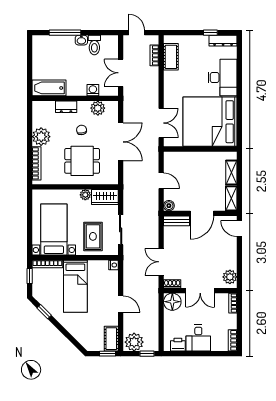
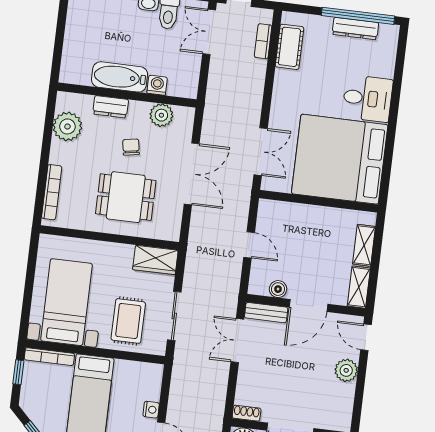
window: (210, 33) -> (358, 16), width x3.17
dresser: (223, 41) -> (355, 29), moved
double door: (121, 73) -> (209, 32), moved
desk: (222, 78) -> (368, 98), width x0.73
bathtub: (49, 88) -> (120, 77), moved
plant: (41, 137) -> (67, 126), moved
plant: (85, 195) -> (124, 252), removed
boiler: (169, 206) -> (278, 289), moved
double door: (161, 262) -> (237, 341), moved
nightstand: (114, 265) -> (151, 410), moved
plant: (230, 277) -> (346, 370), moved

